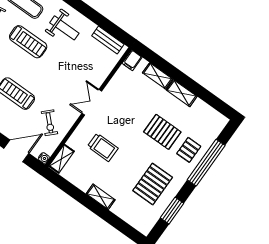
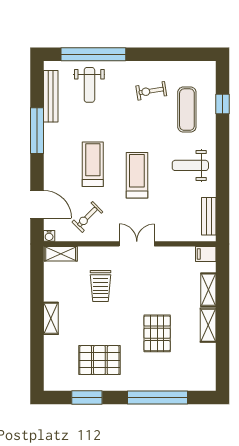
weight bench: (64, 28) -> (190, 165), turned 90
treadmill: (28, 42) -> (137, 175), moved, turned 180
pallet: (189, 150) -> (158, 372), removed

